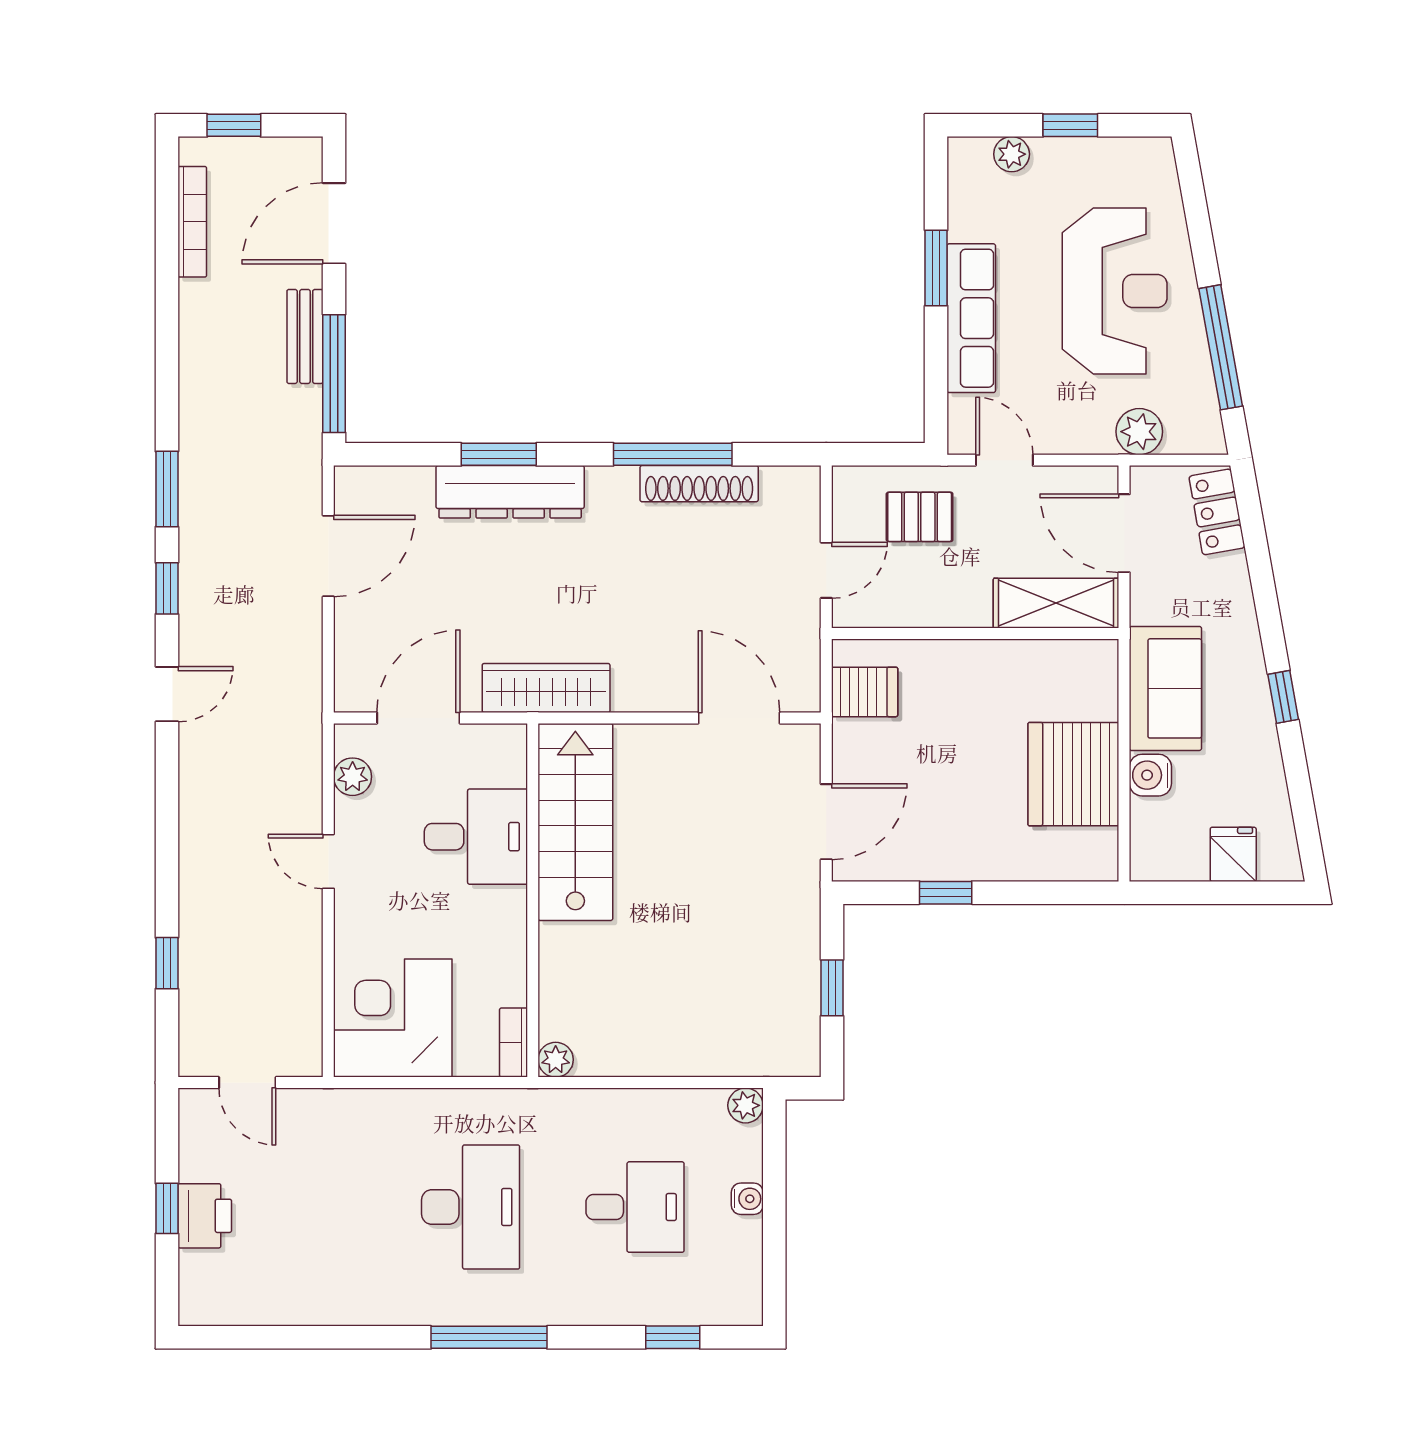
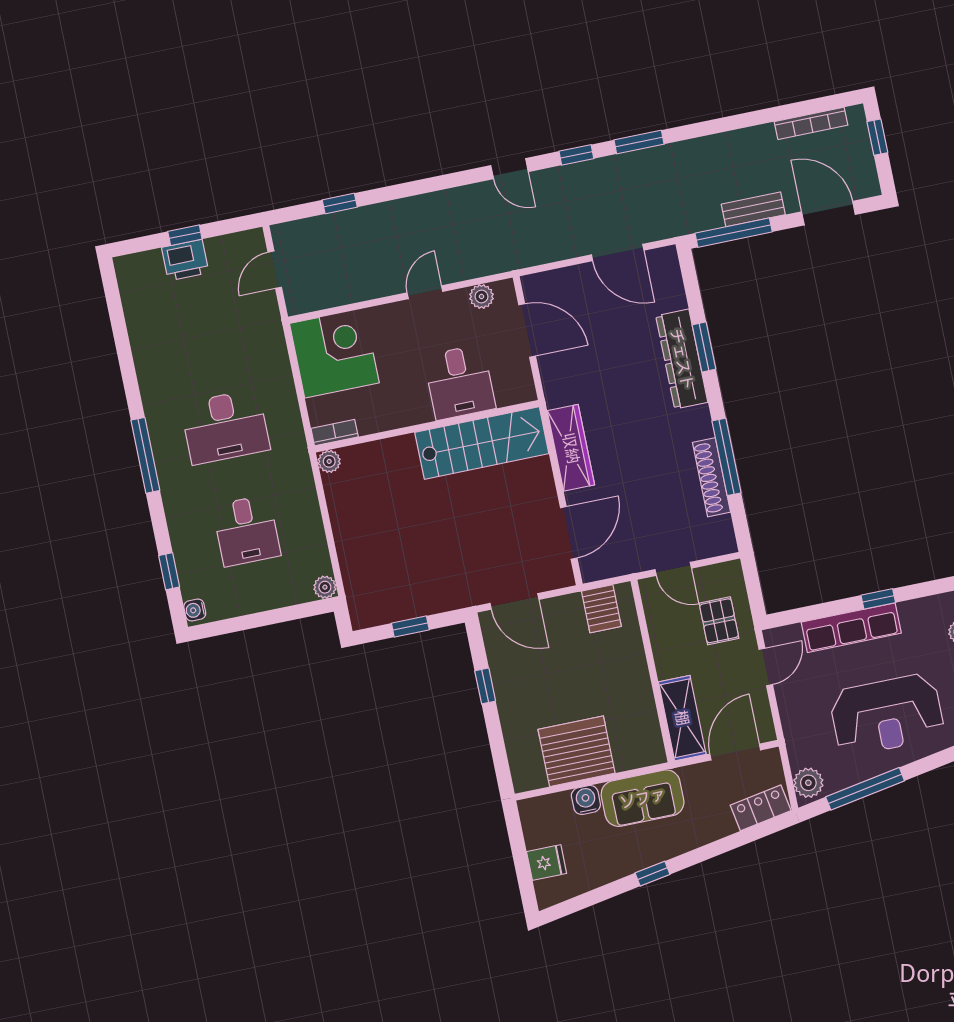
window: (936, 268) -> (878, 599), width x0.67
plant: (1139, 432) -> (808, 783), moved
wardrobe: (546, 688) -> (571, 448), moved
water cooler: (747, 1199) -> (195, 610), moved, turned 90

